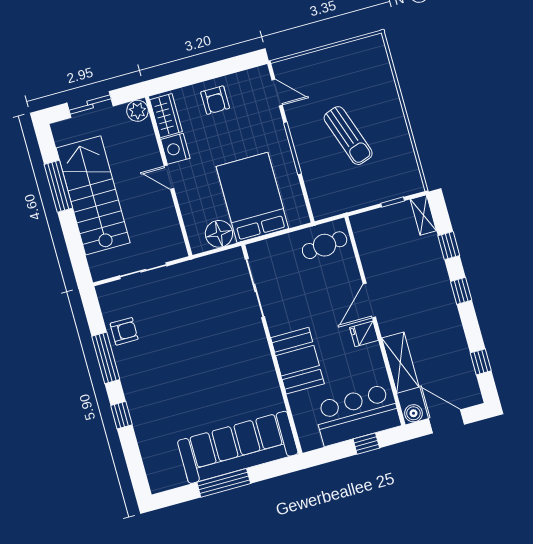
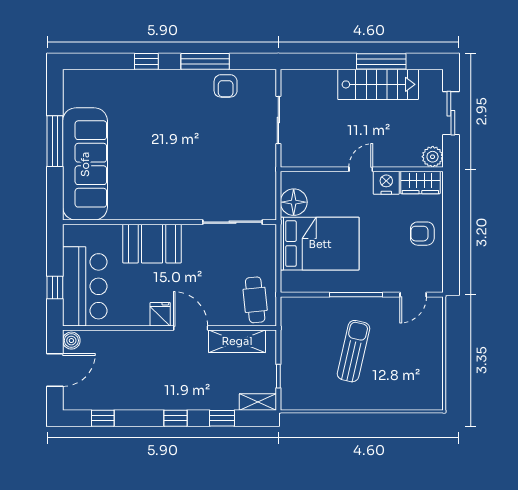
sun lounger: (348, 136) -> (353, 351), turned 122
stairs: (93, 195) -> (378, 84), width x0.73, depth x0.66
shelving: (400, 363) -> (237, 341), moved

